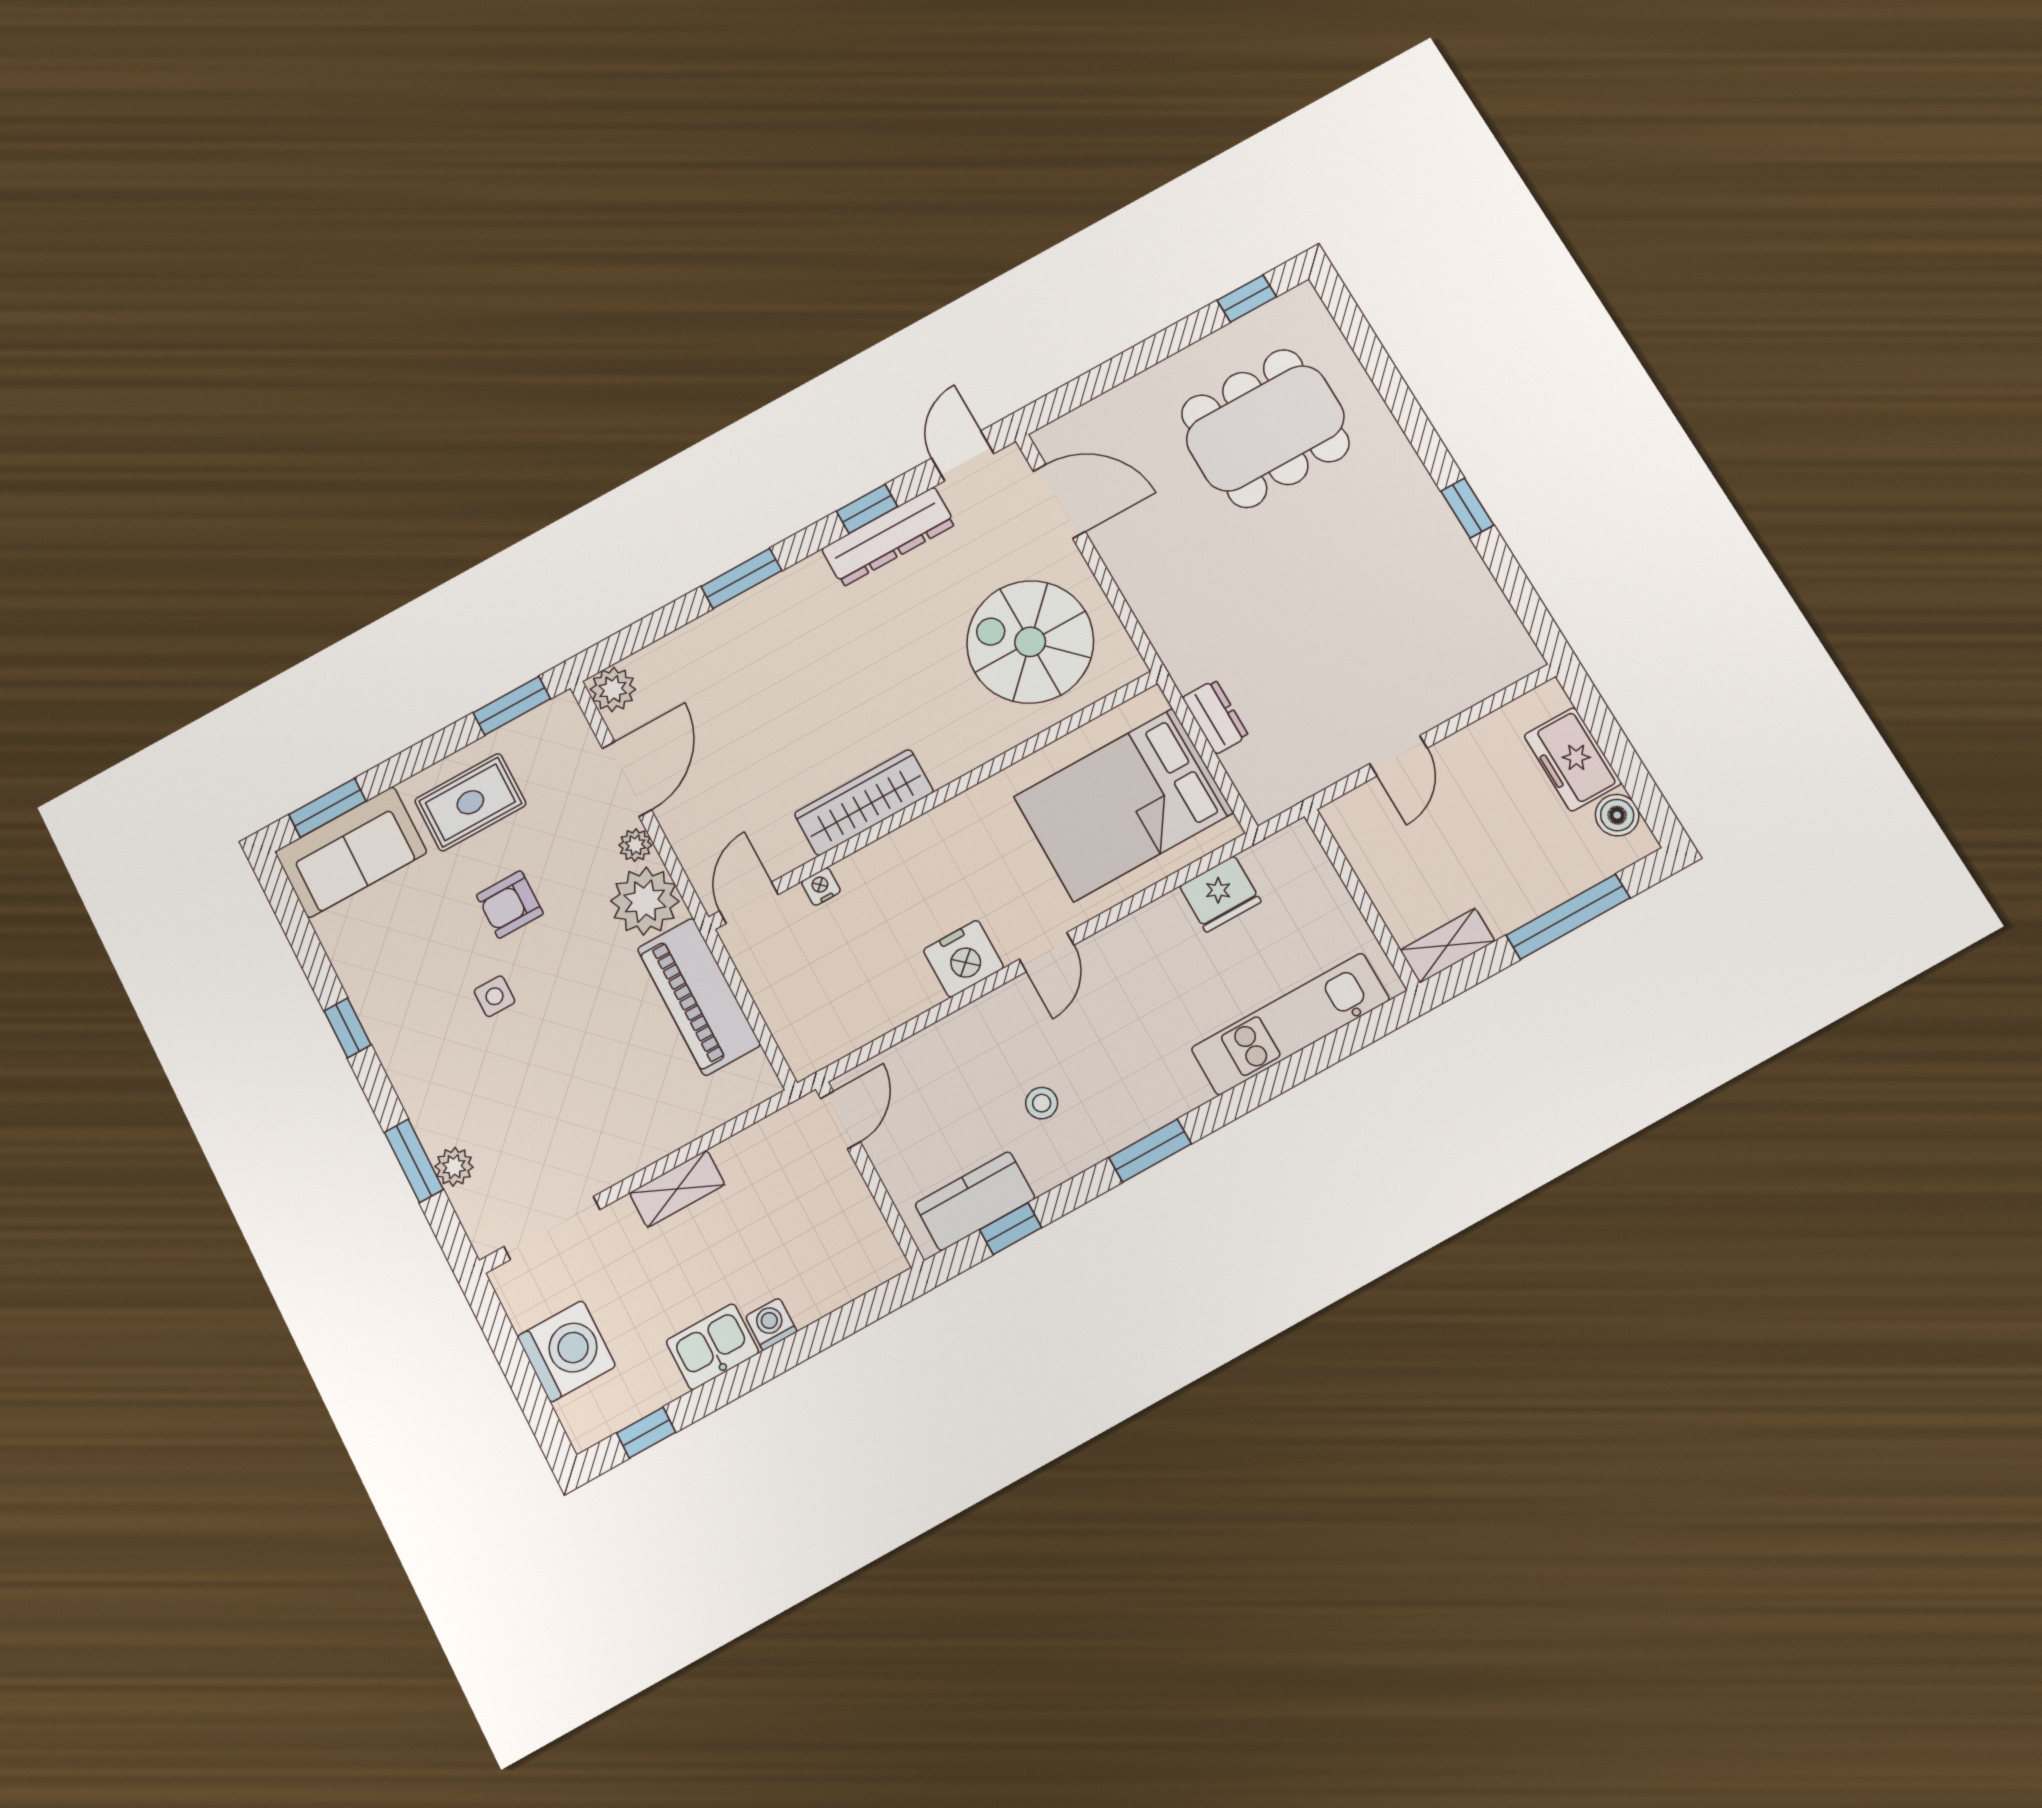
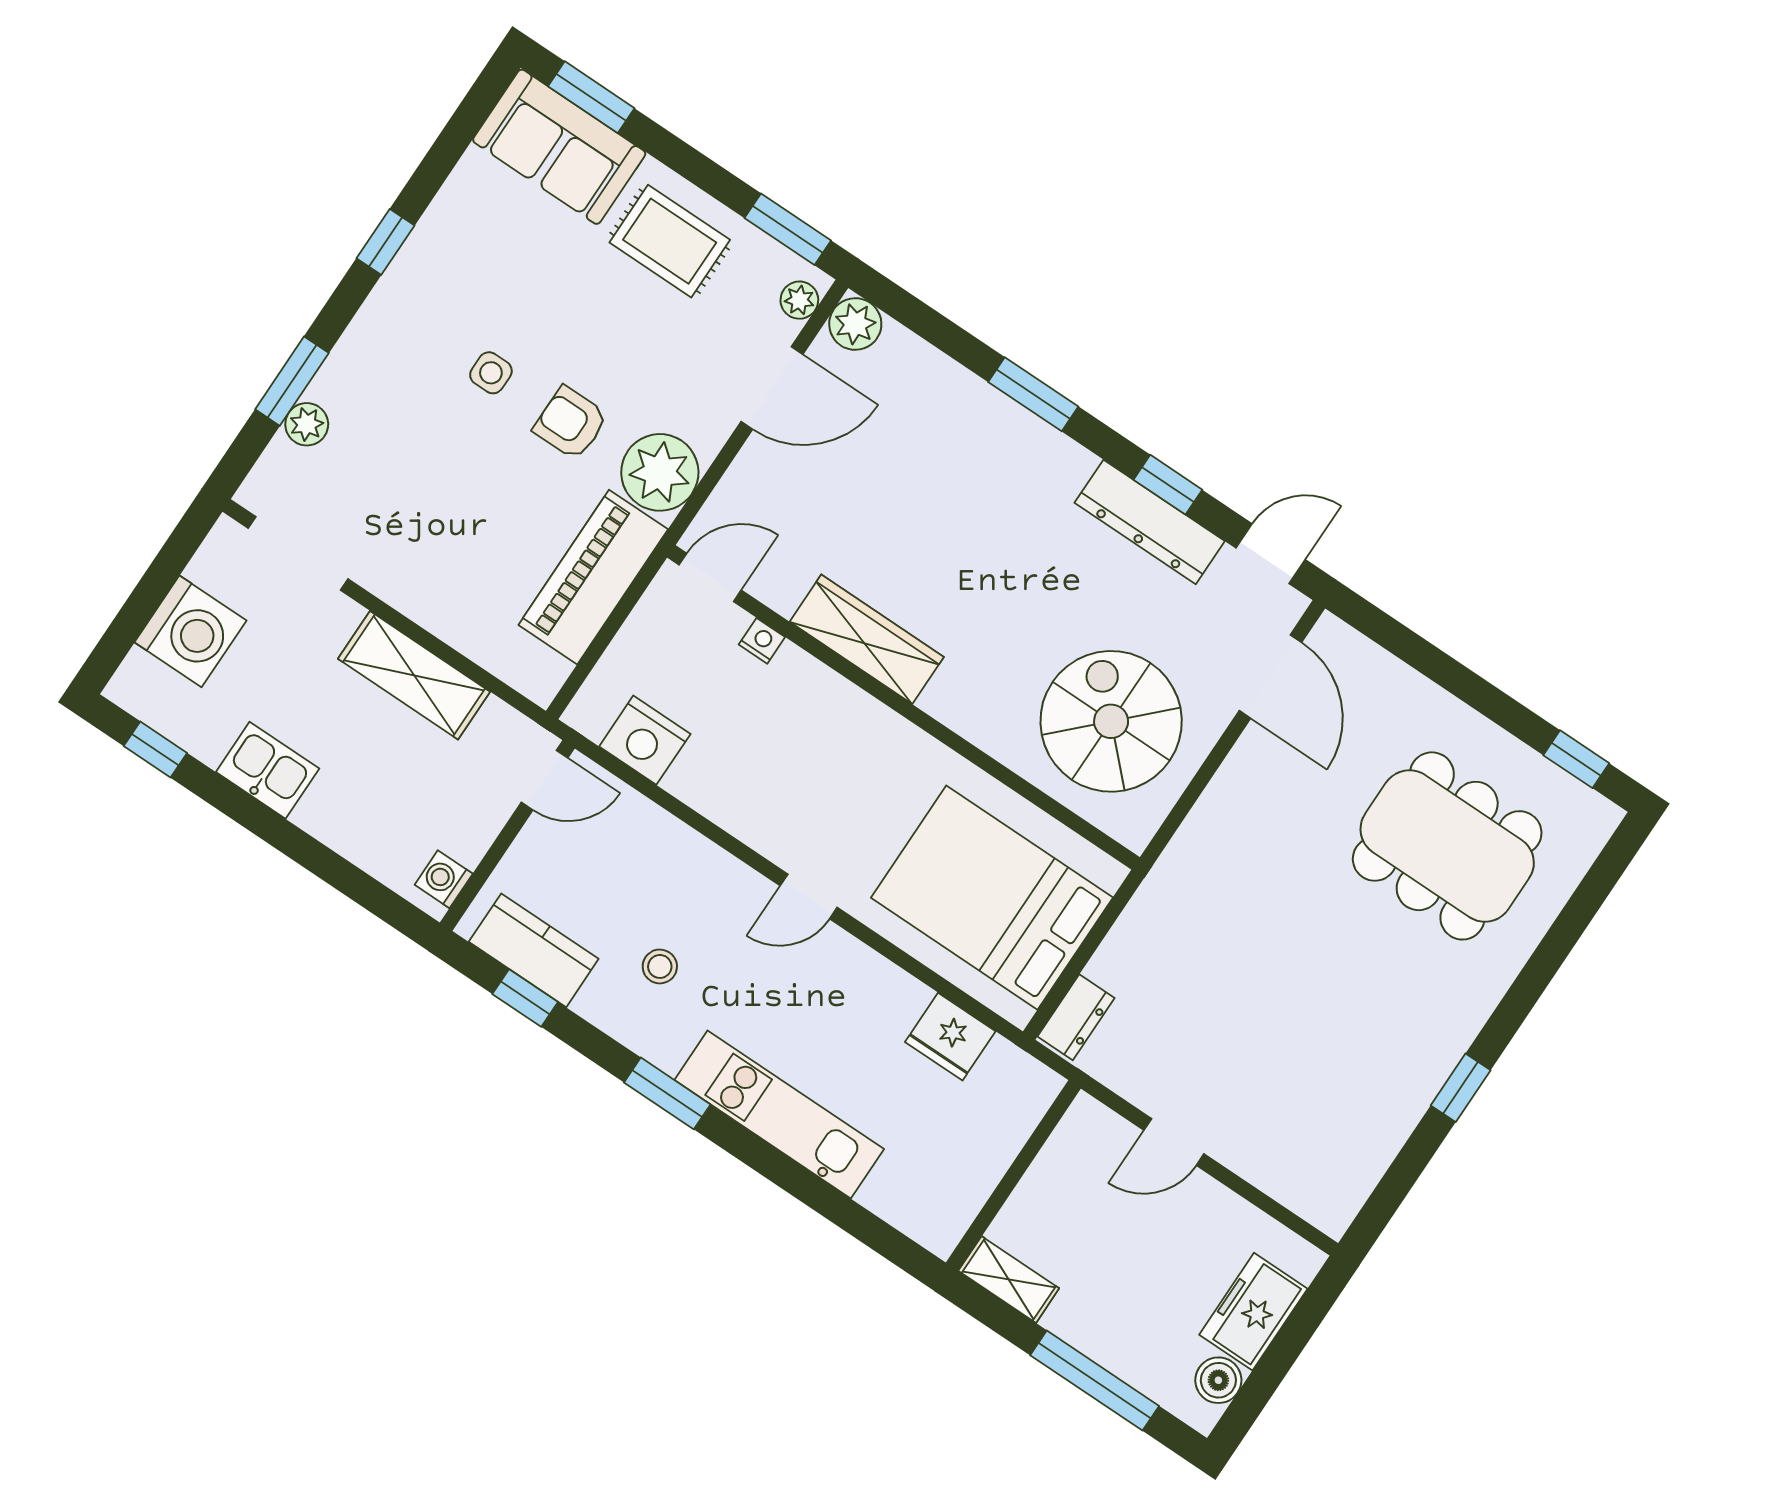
dresser: (1216, 717) -> (1076, 1017), moved
plant: (635, 845) -> (799, 300), moved
armchair: (510, 904) -> (571, 423), moved
nightstand: (964, 959) -> (645, 740), moved
kitchen unit: (1290, 1024) -> (779, 1115), moved
shelving: (677, 1189) -> (414, 675), width x1.50, depth x1.33
washing machine: (771, 1324) -> (444, 879), moved, turned -90

